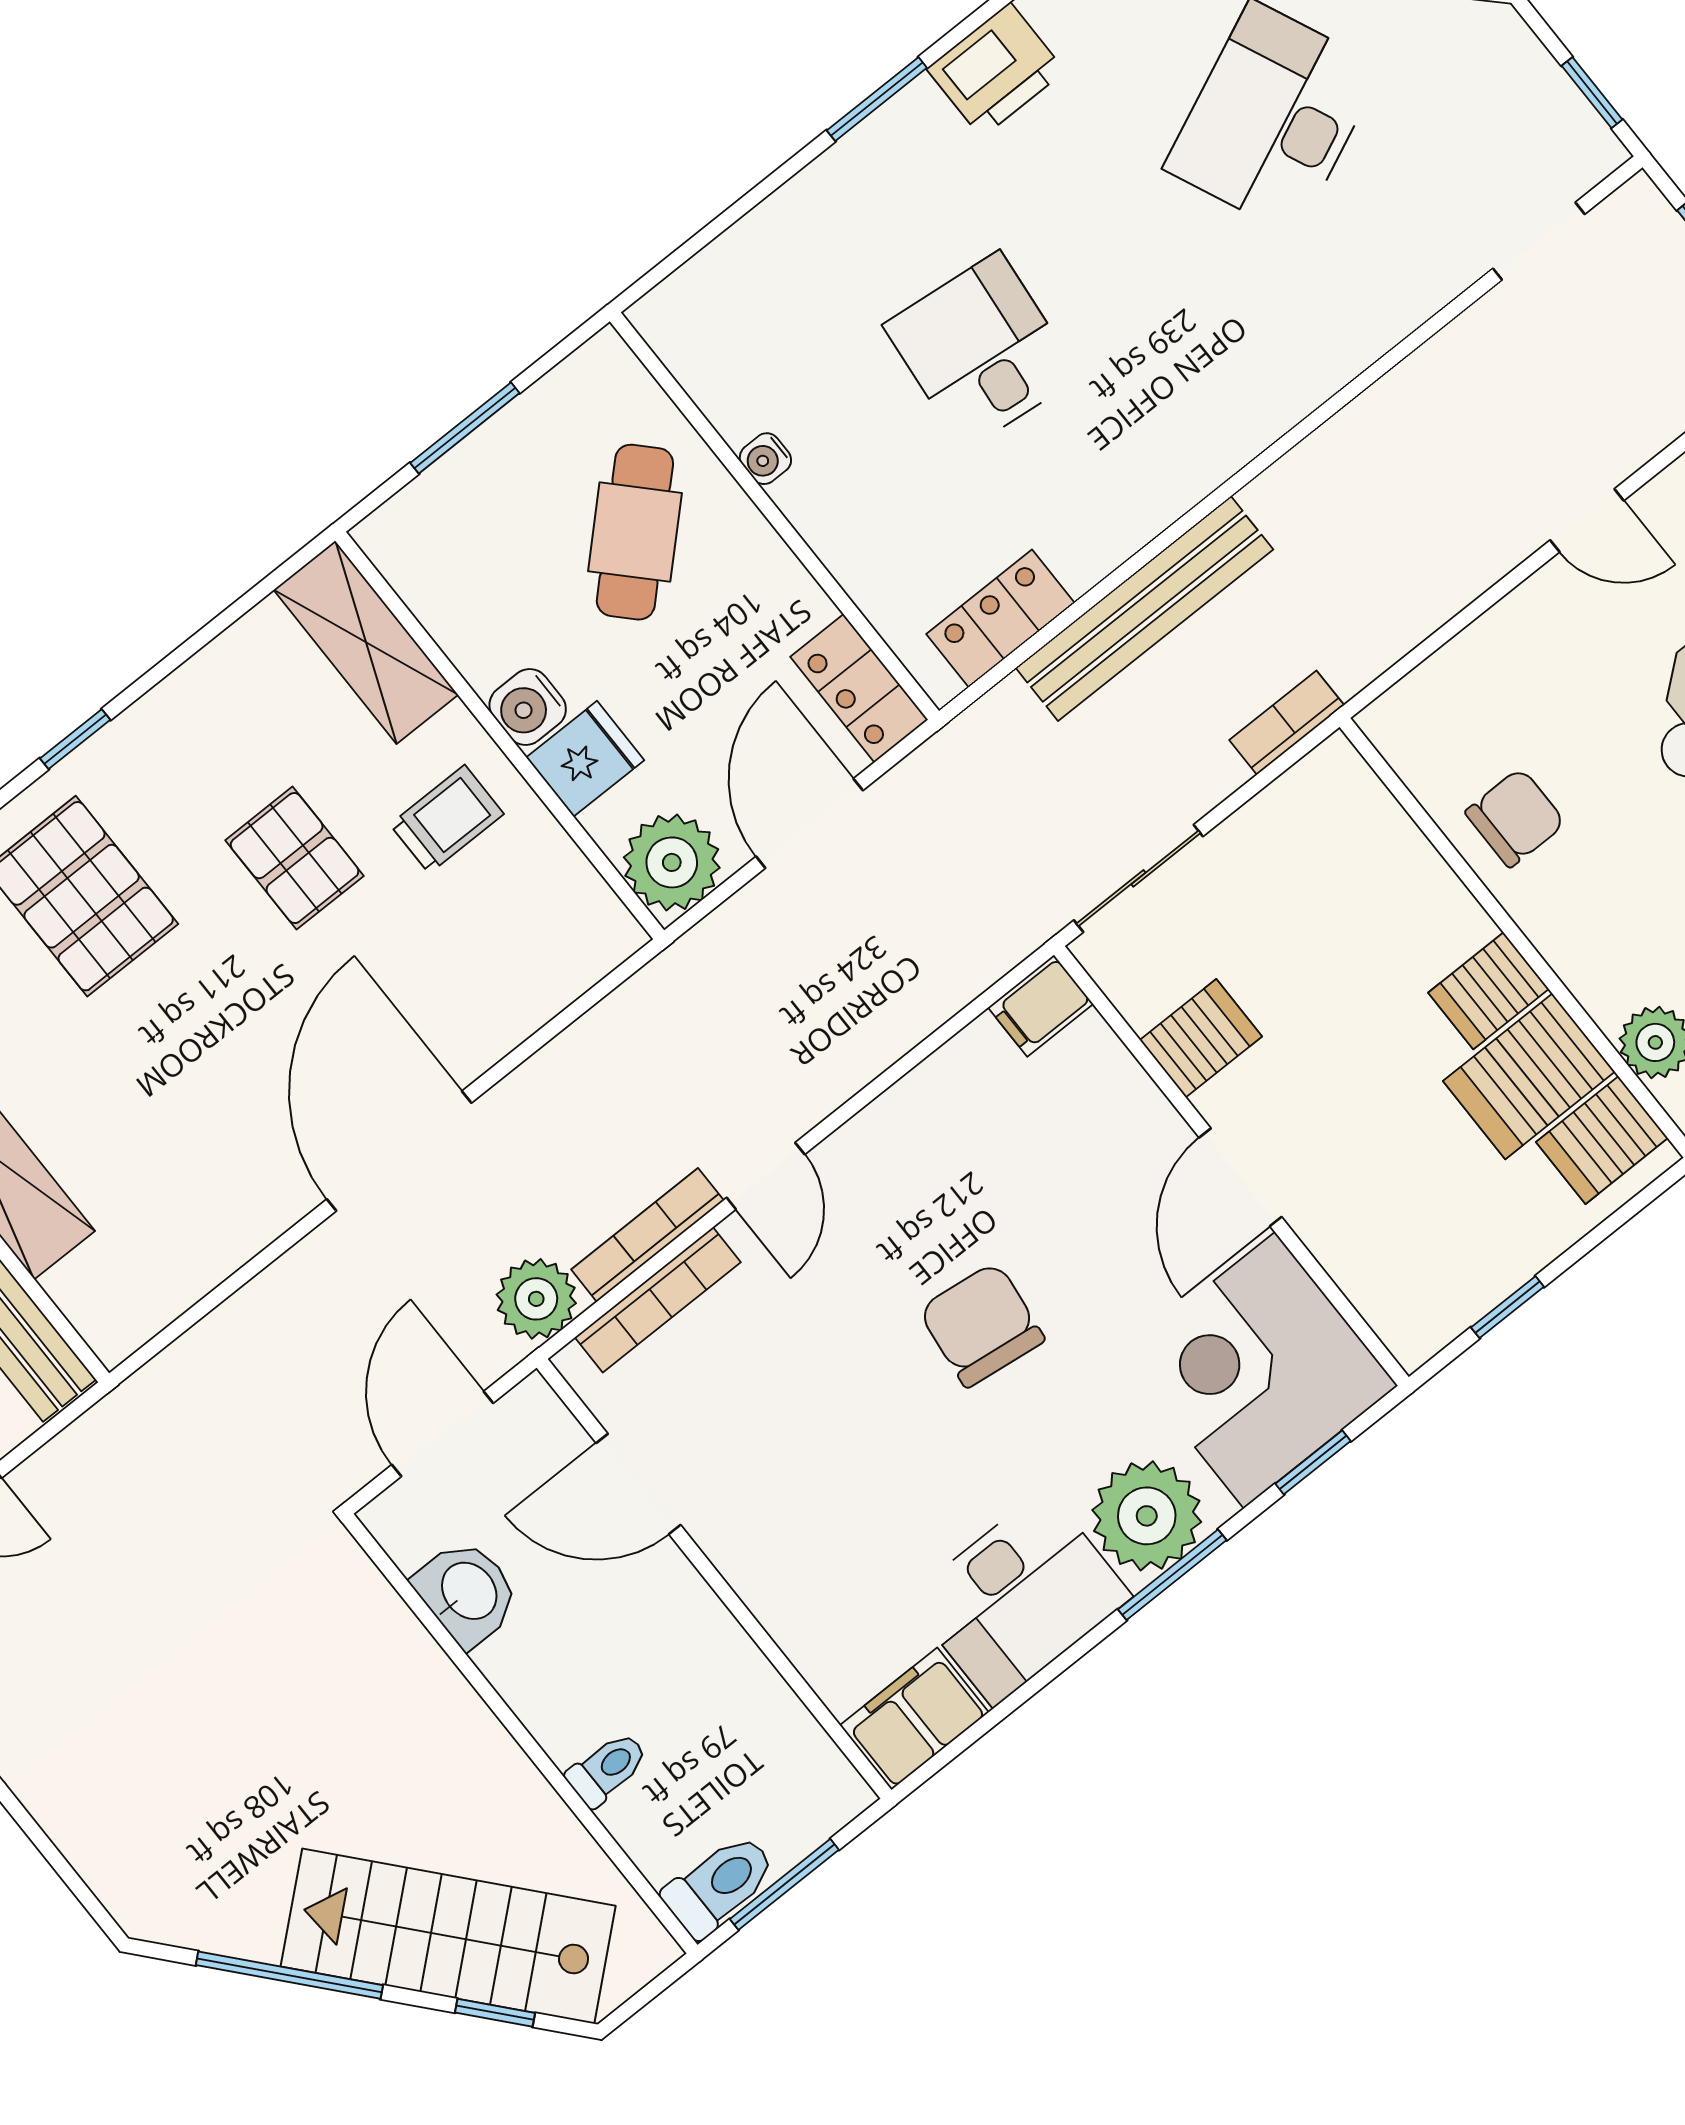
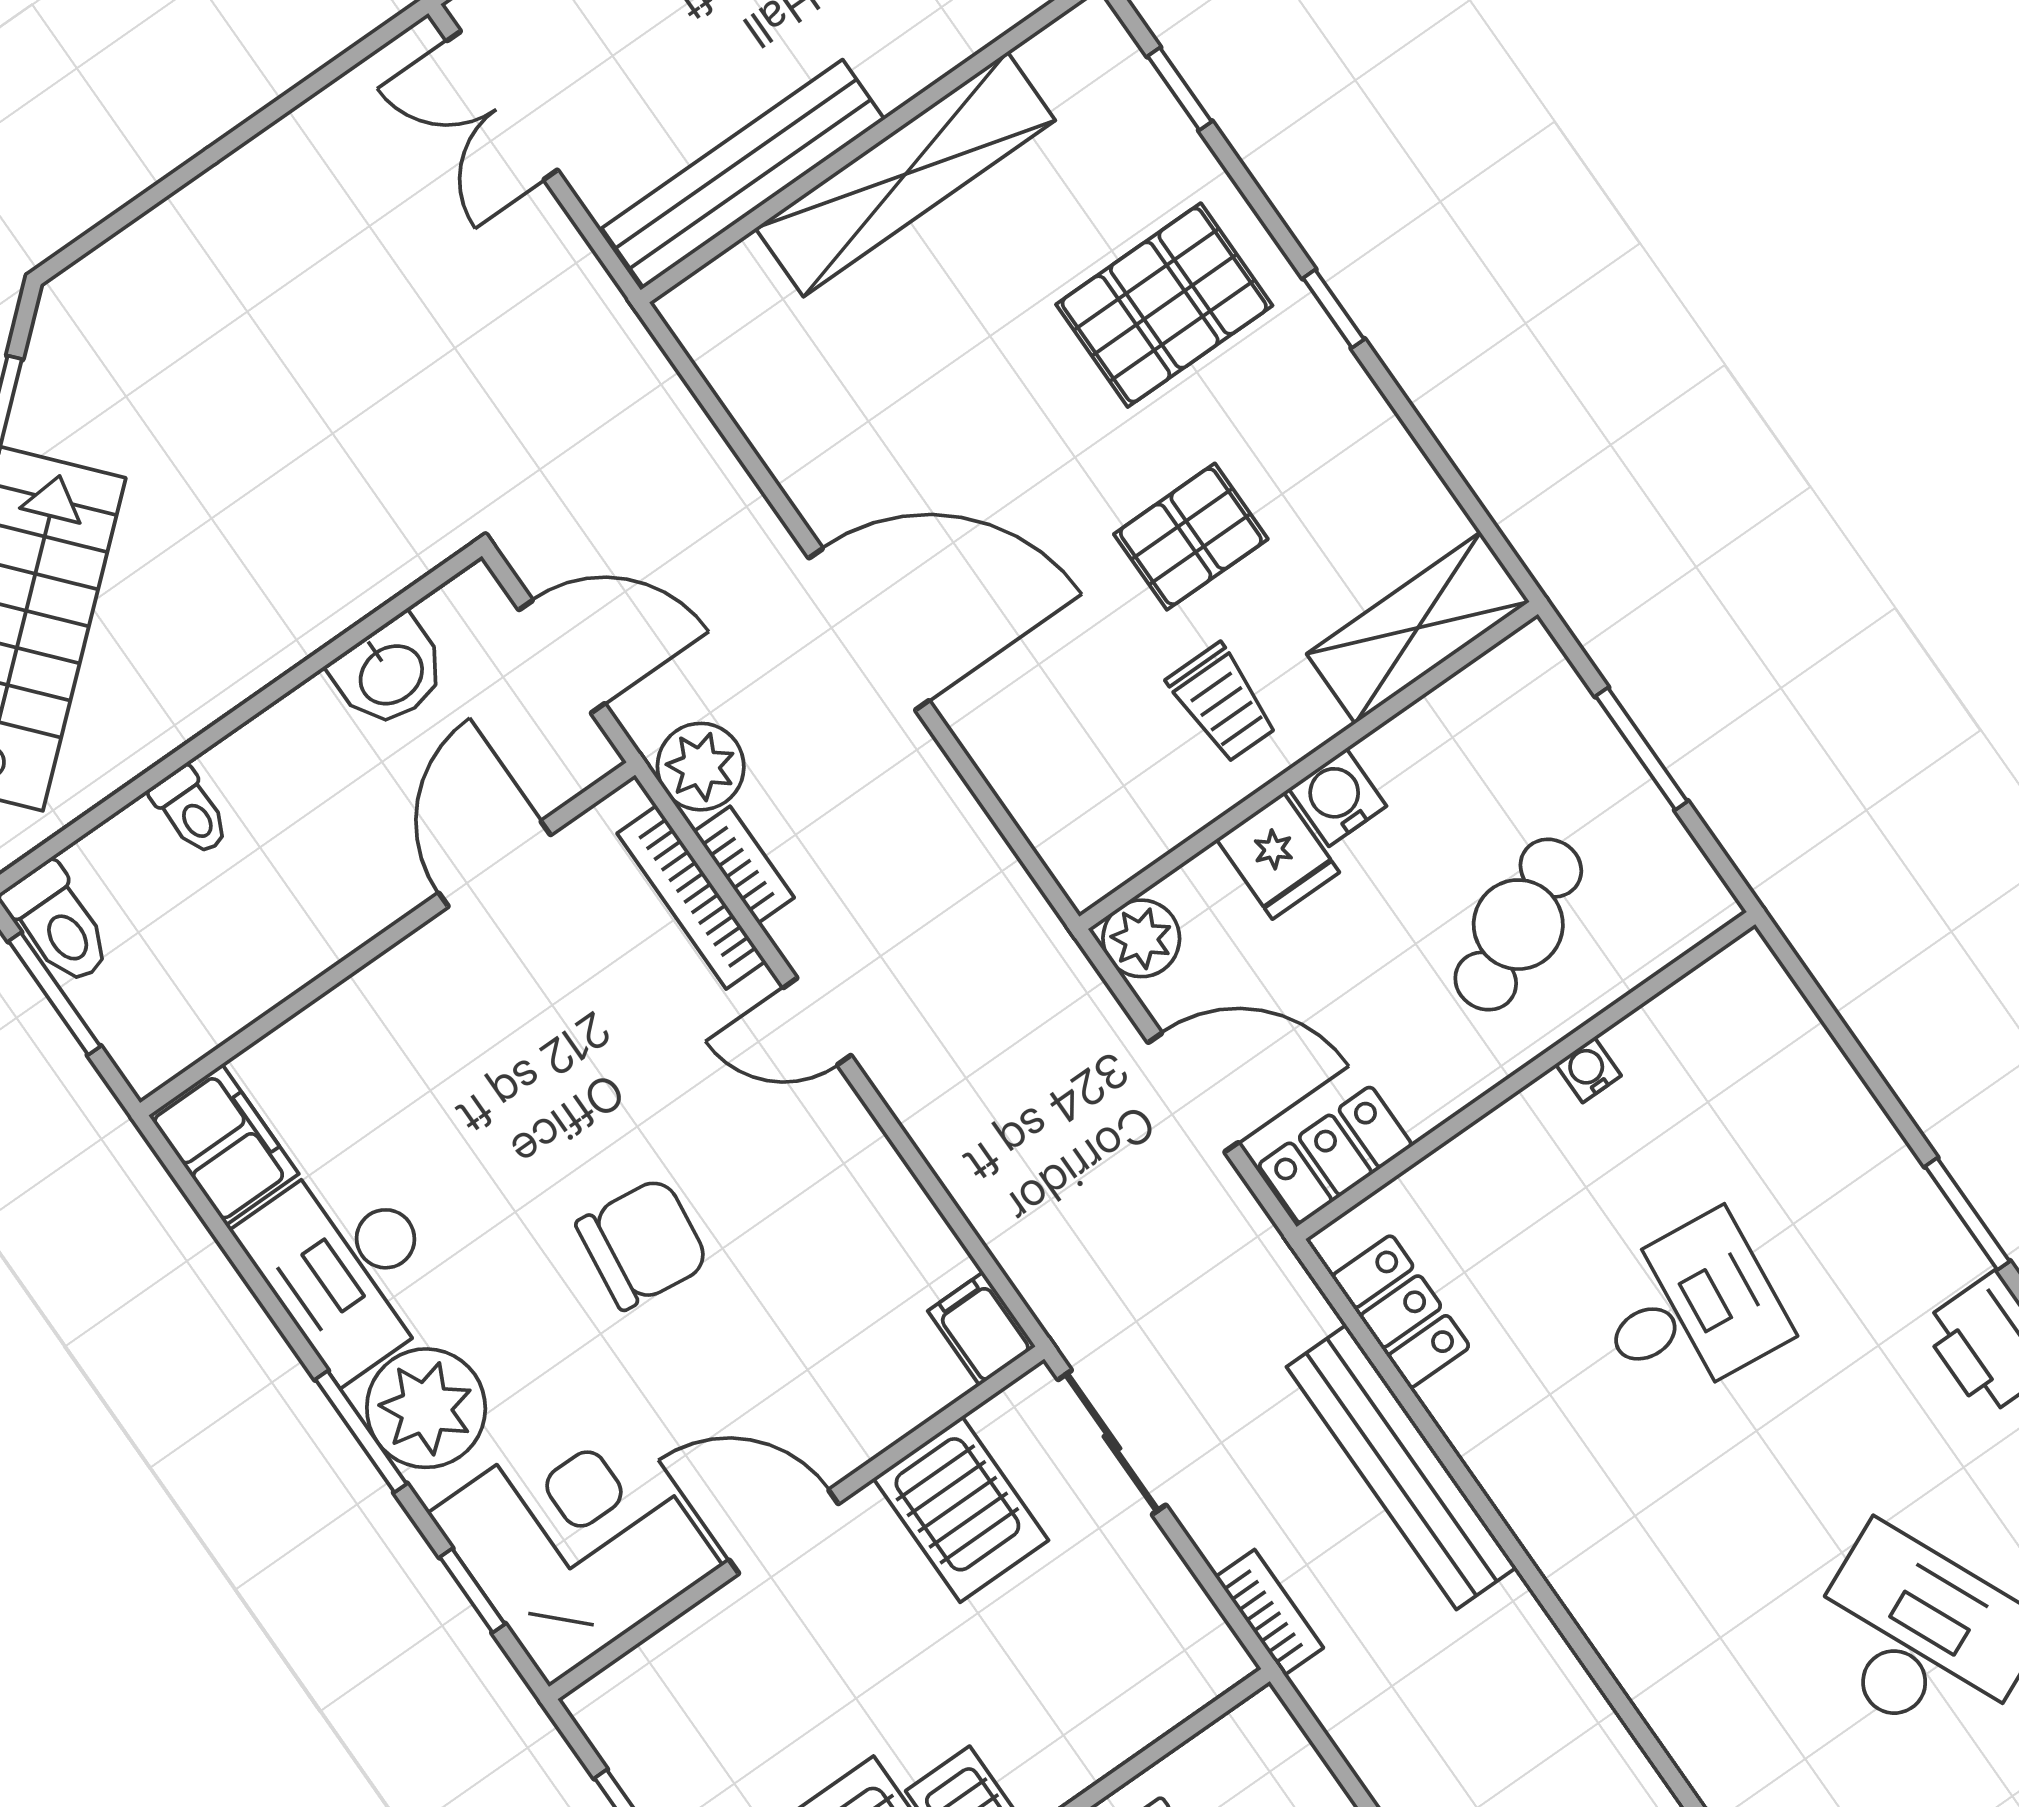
cafe table: (635, 532) -> (1518, 925), turned -71
plant: (672, 862) -> (1141, 938), width x0.73, depth x0.73
server rack: (1201, 1038) -> (961, 1509), width x1.36, depth x1.44
bookcase: (647, 1235) -> (744, 865), width x0.64

